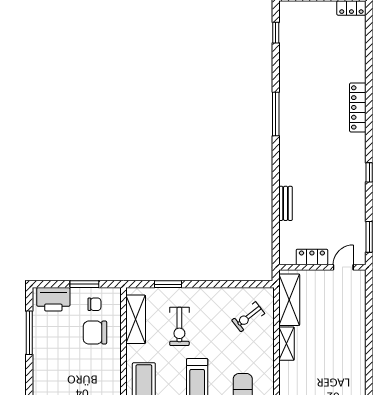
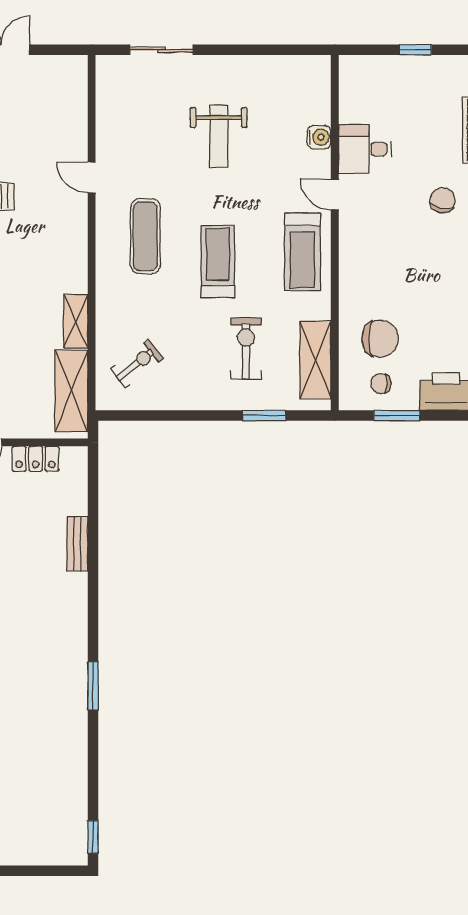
window: (276, 33) -> (93, 837), moved
window: (276, 114) -> (93, 686), width x0.69

